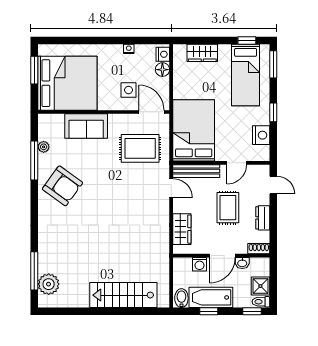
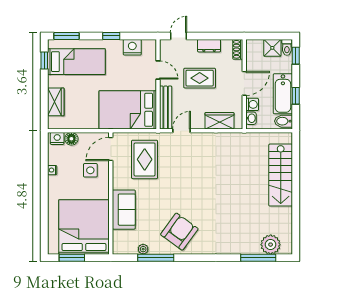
door: (222, 256) -> (244, 83), hinge flipped
washbasin: (242, 263) -> (251, 118), moved

